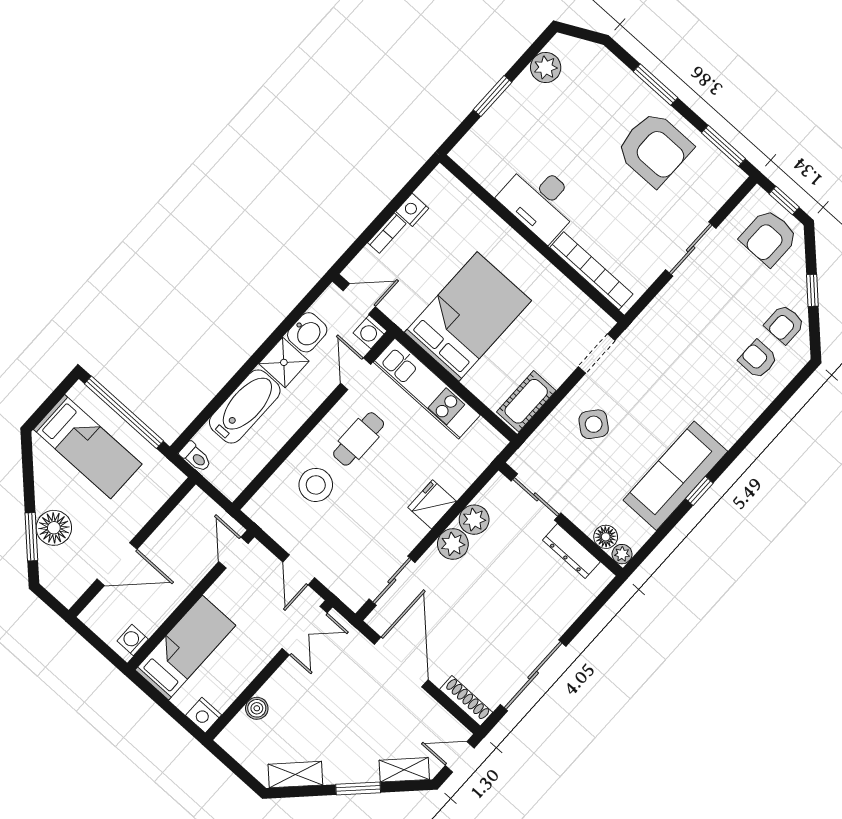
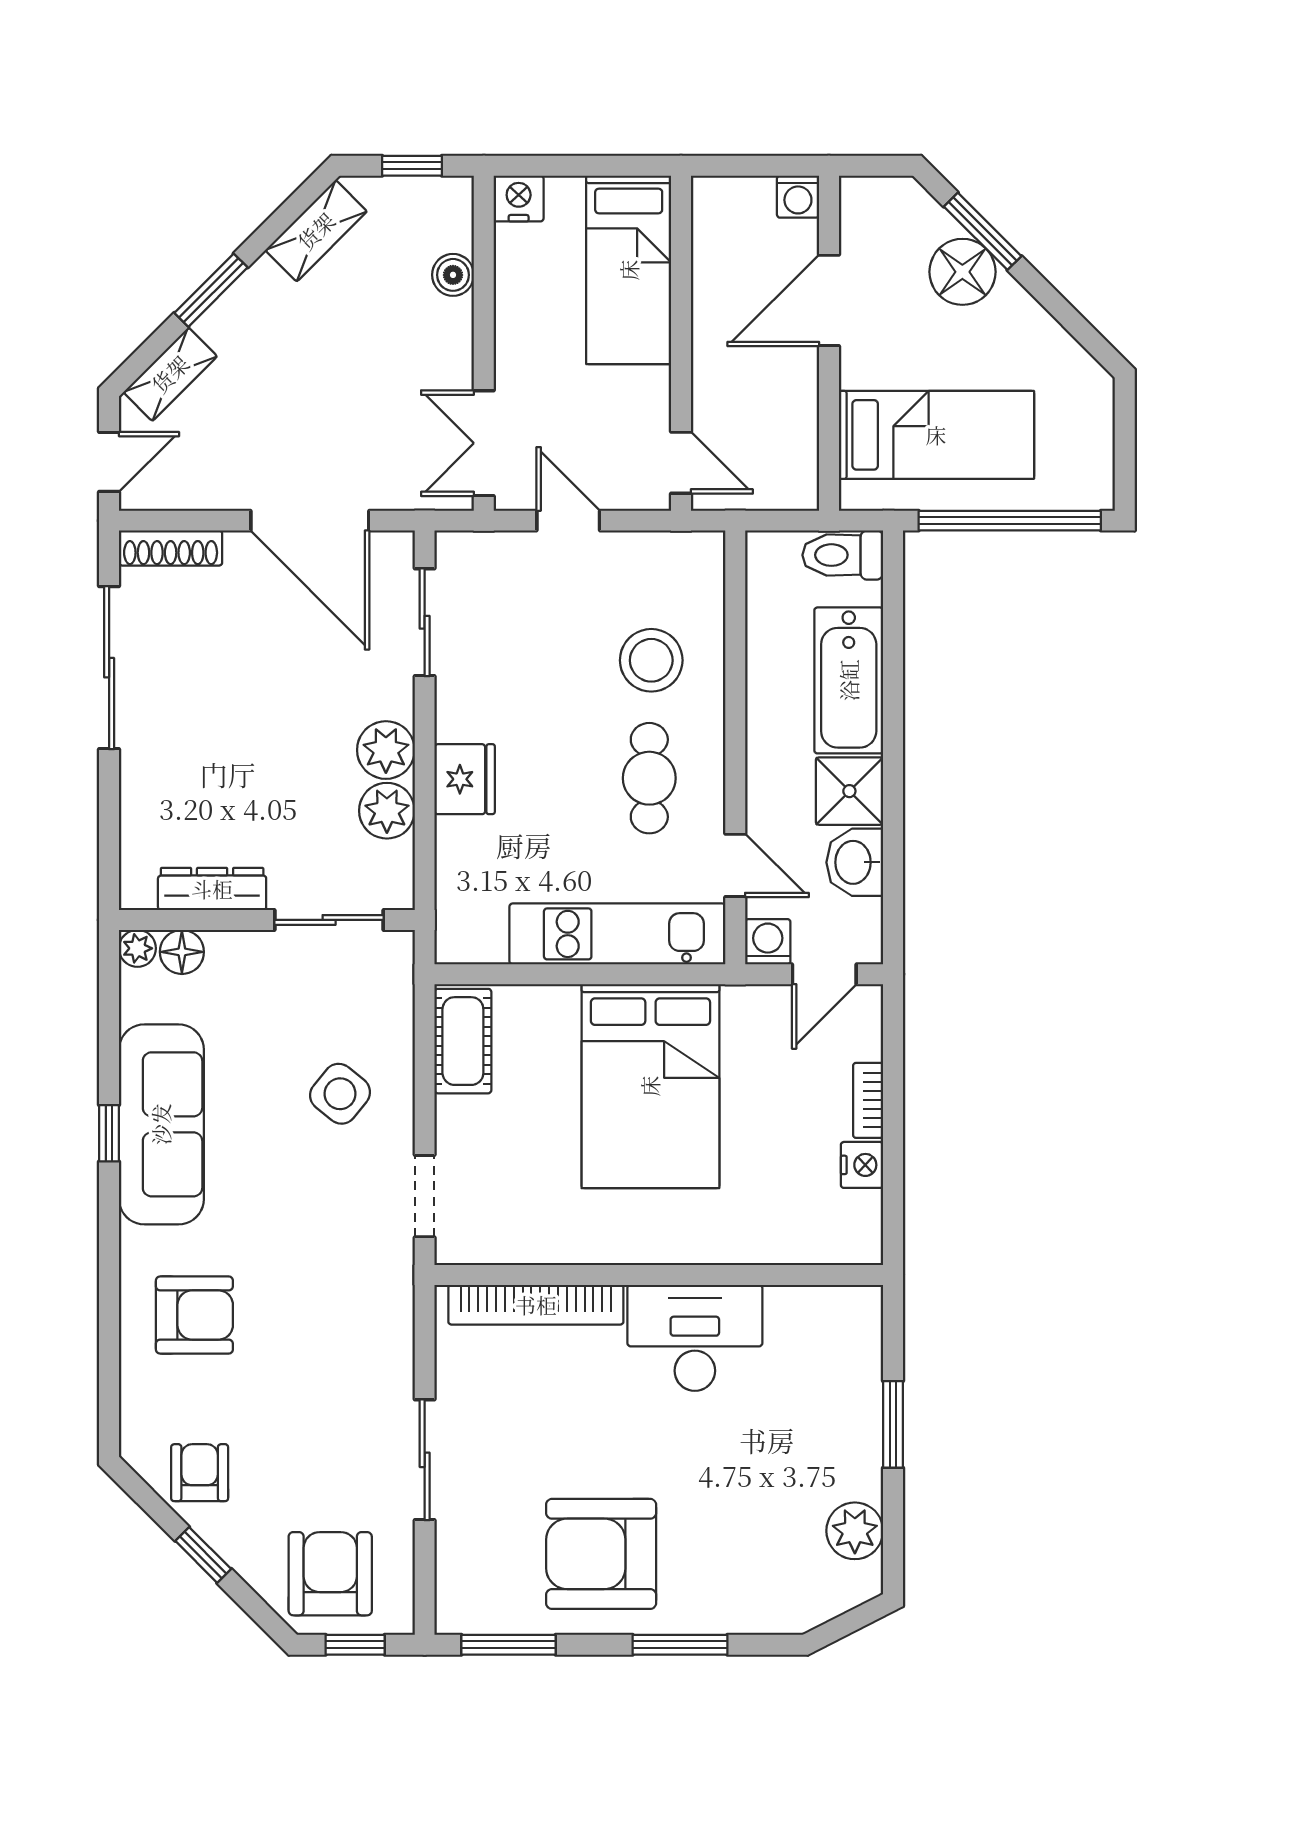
armchair: (758, 359) -> (194, 1315), moved, width x1.38, depth x1.38
bed: (88, 447) -> (936, 435), moved, turned 180
toilet: (196, 457) -> (843, 555), width x1.37, depth x1.39
washing machine: (133, 640) -> (798, 197), moved, turned 90
window: (234, 766) -> (412, 166), added

